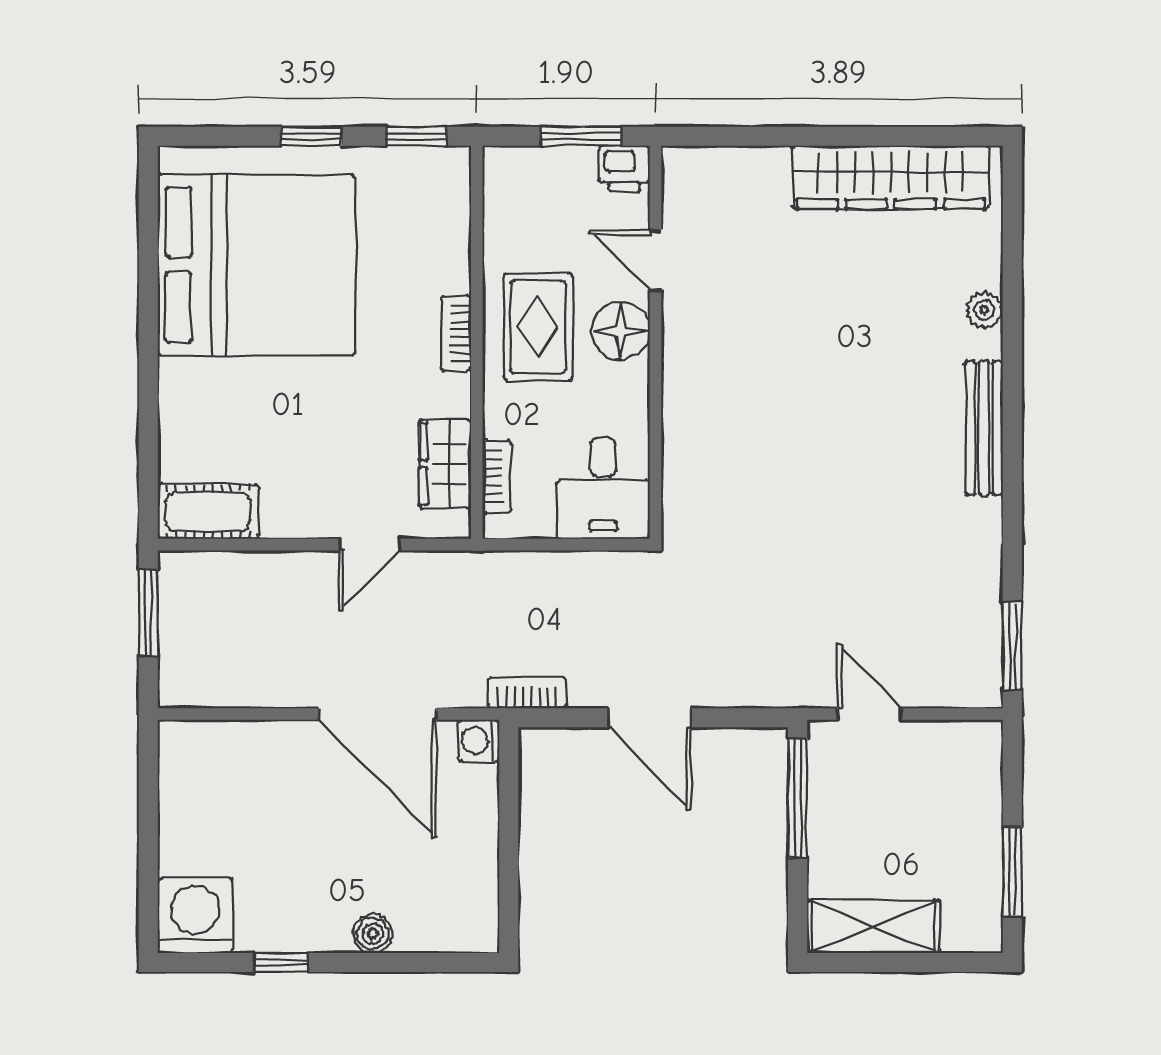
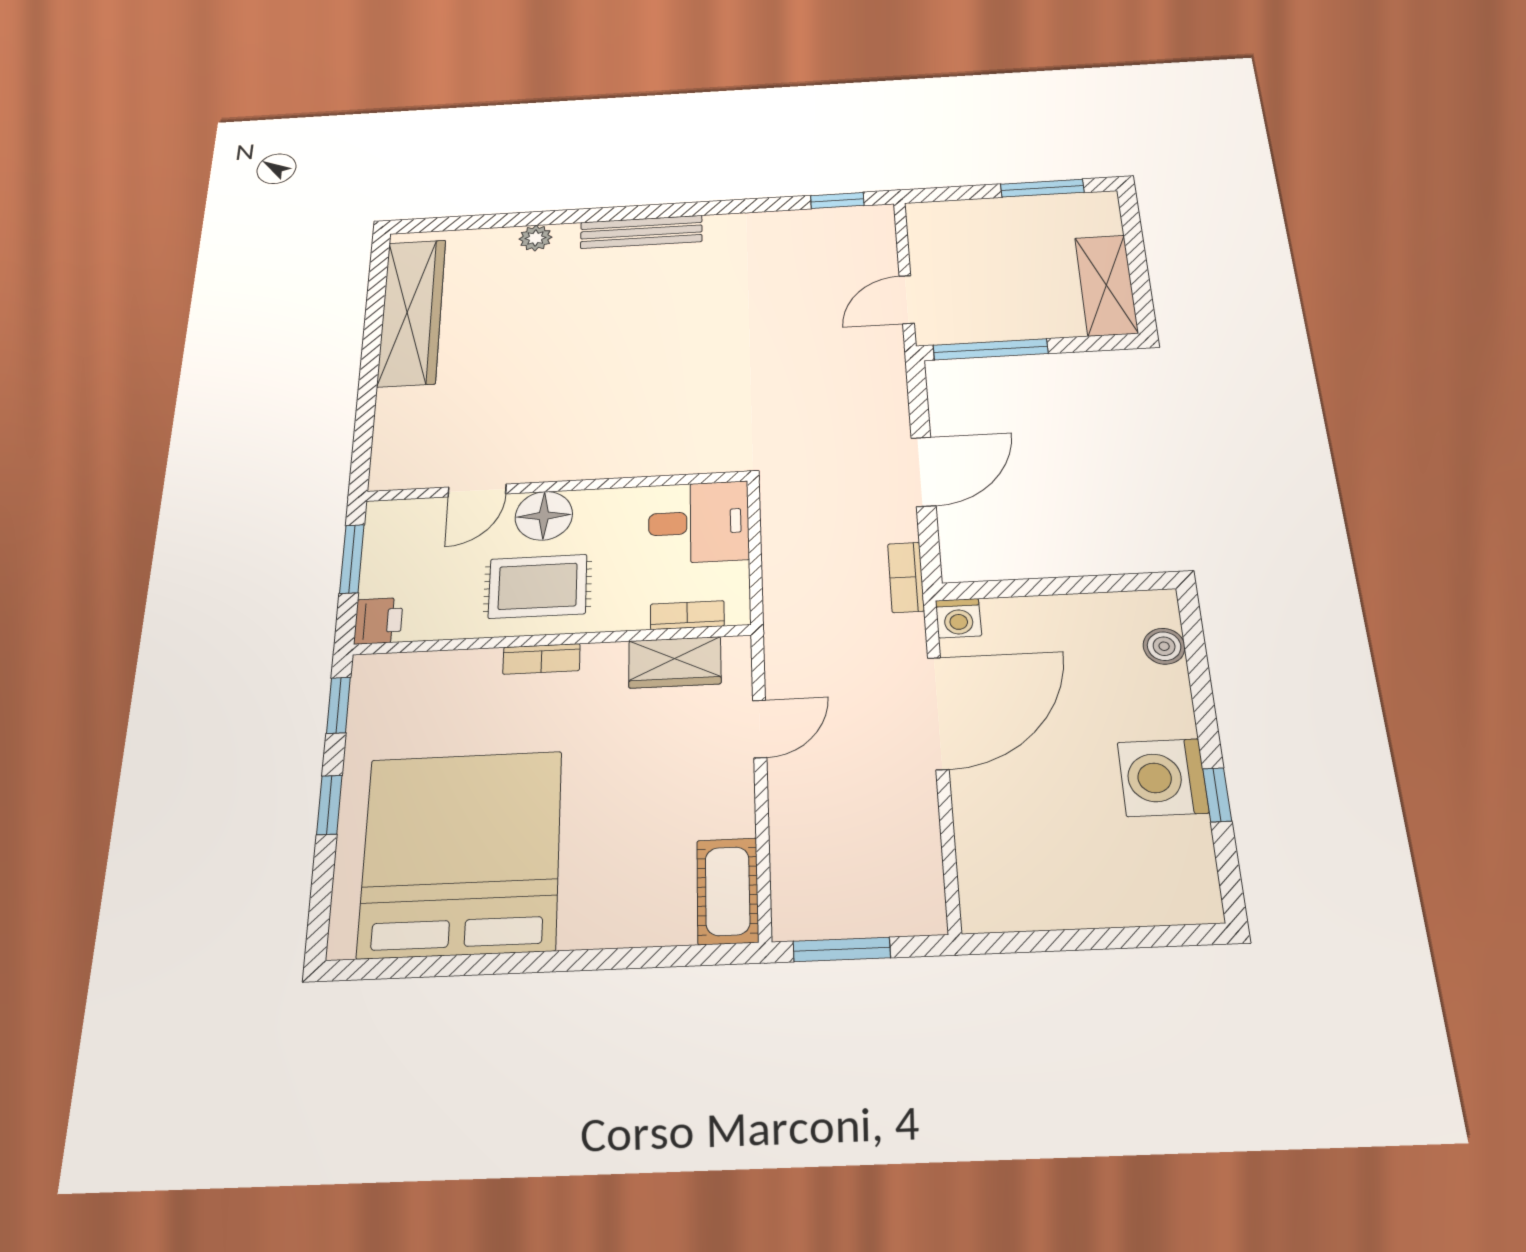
printer: (624, 169) -> (378, 621), moved
door: (370, 545) -> (760, 729), hinge flipped
window: (1012, 646) -> (837, 200), width x0.67
washing machine: (195, 916) -> (1163, 778), moved
boiler: (373, 934) -> (1164, 646), moved

